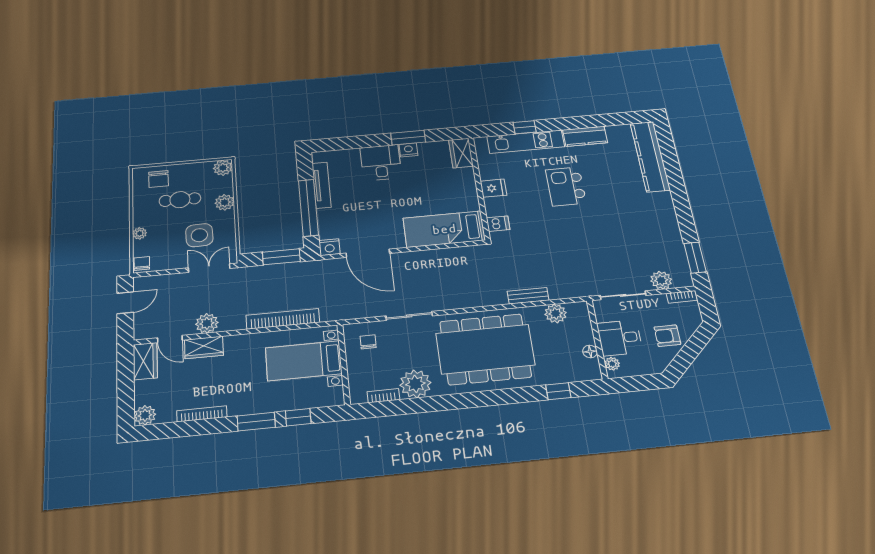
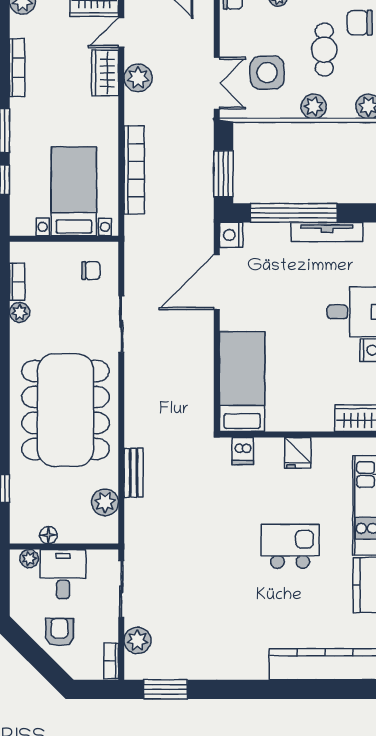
plant: (415, 384) -> (20, 312), width x0.53, depth x0.53

